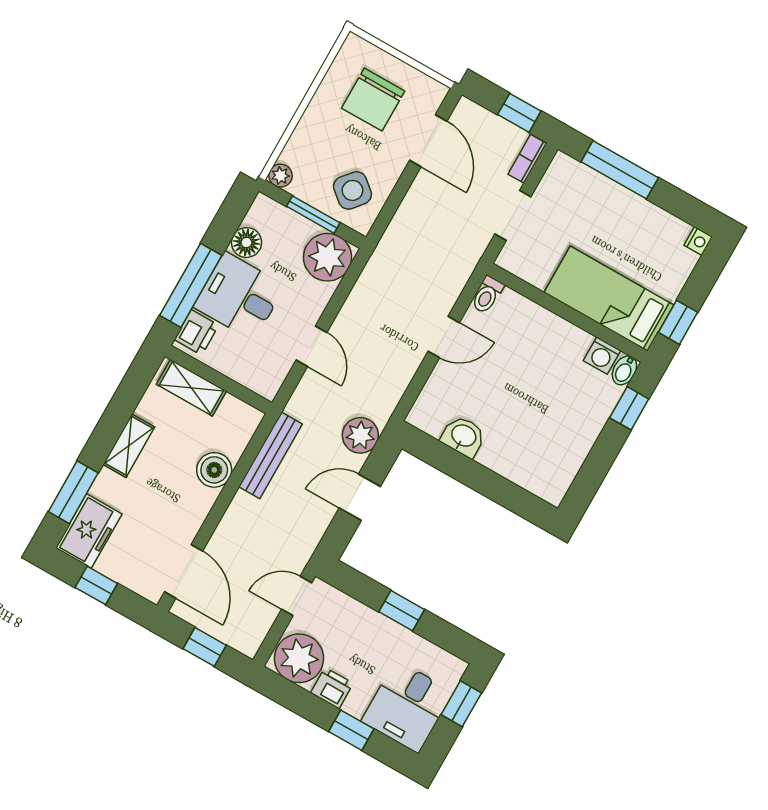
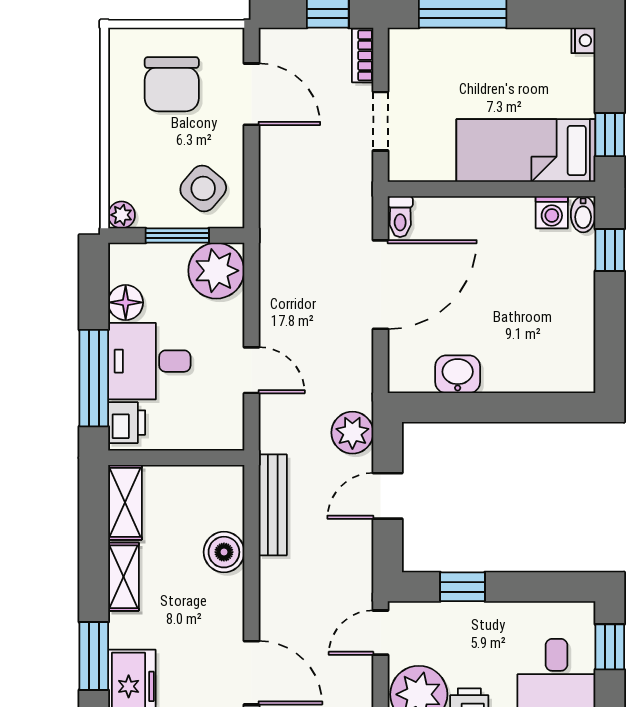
door: (444, 337) -> (380, 285), width x1.88
shelving: (191, 388) -> (125, 502), moved, turned 90
window: (402, 611) -> (462, 587), moved

